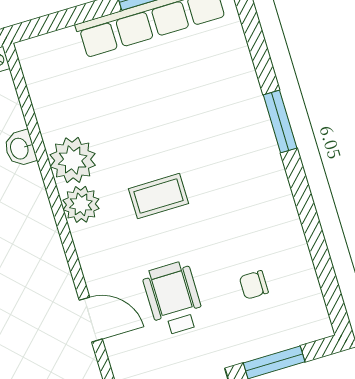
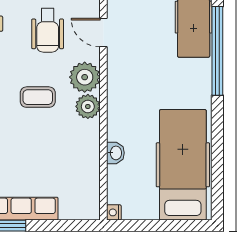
plant: (73, 160) -> (85, 77), moved

